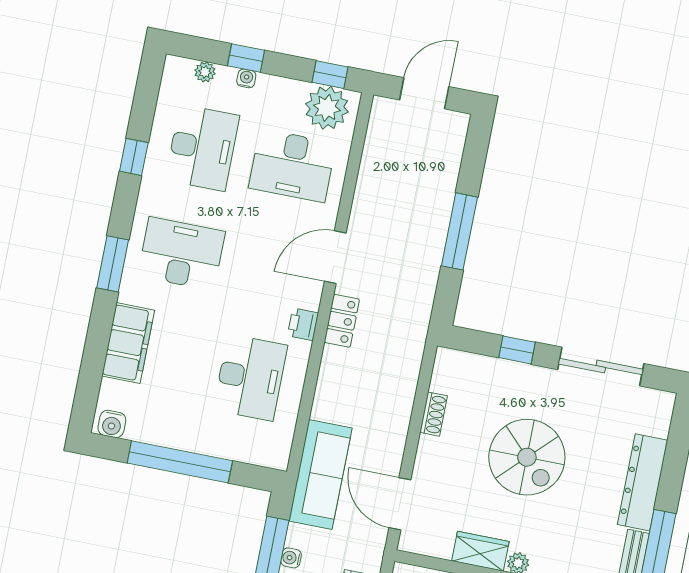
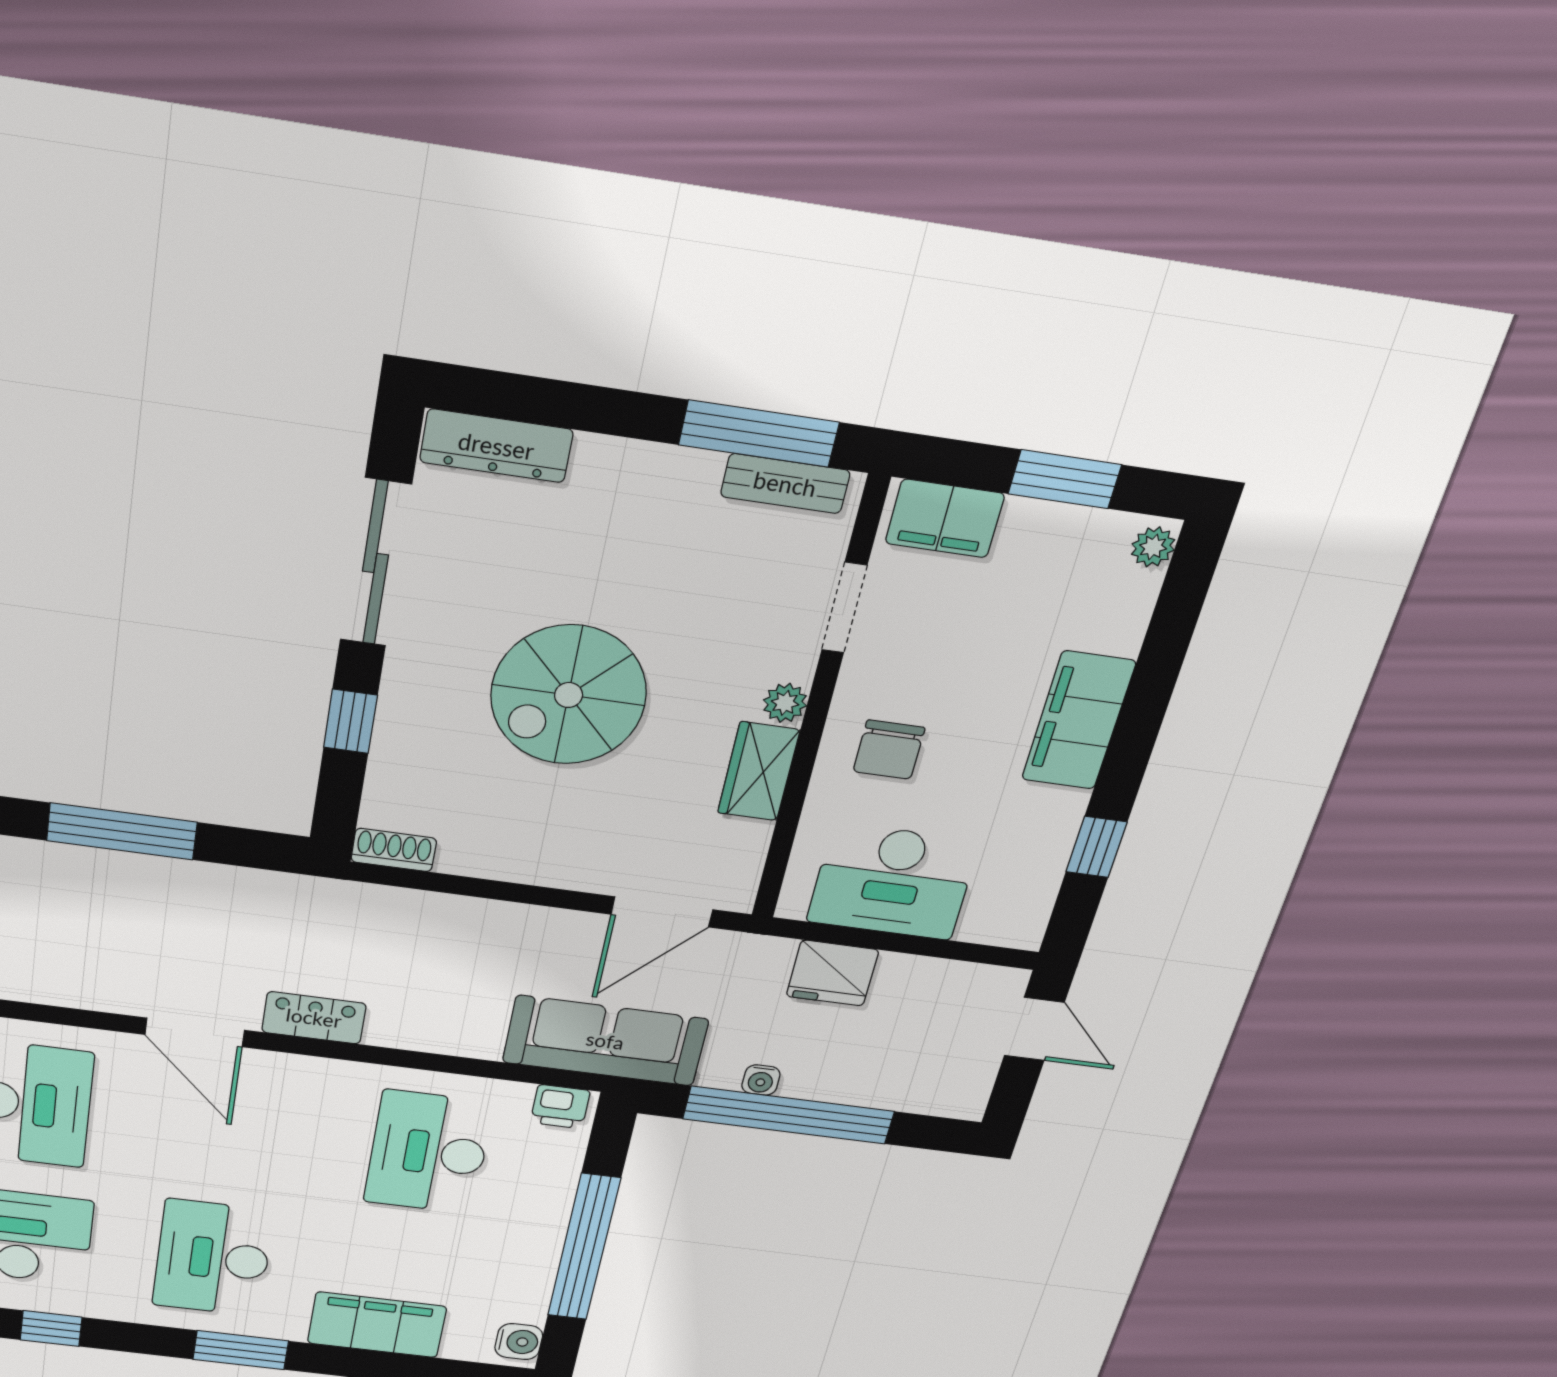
printer: (303, 324) -> (560, 1107), moved
desk: (250, 377) -> (428, 1152), turned -90
shoe rack: (434, 414) -> (394, 850), moved
spiral stairs: (527, 457) -> (569, 695), turned 180
dresser: (643, 482) -> (496, 446), moved, width x0.73, depth x0.80

